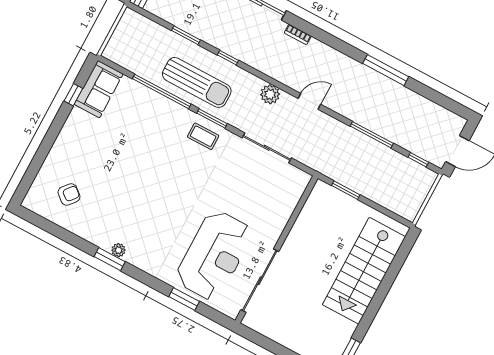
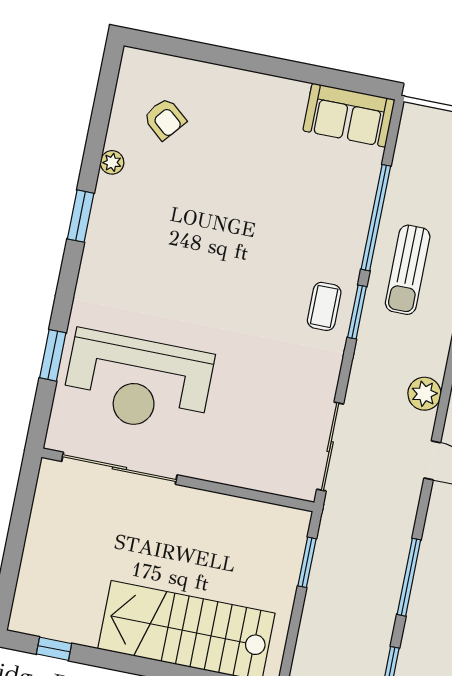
sun lounger: (197, 82) -> (408, 270), width x0.73, depth x0.75
window: (73, 95) -> (328, 77), removed
sliding door: (267, 148) -> (330, 447), moved
plant: (119, 250) -> (112, 162), moved

